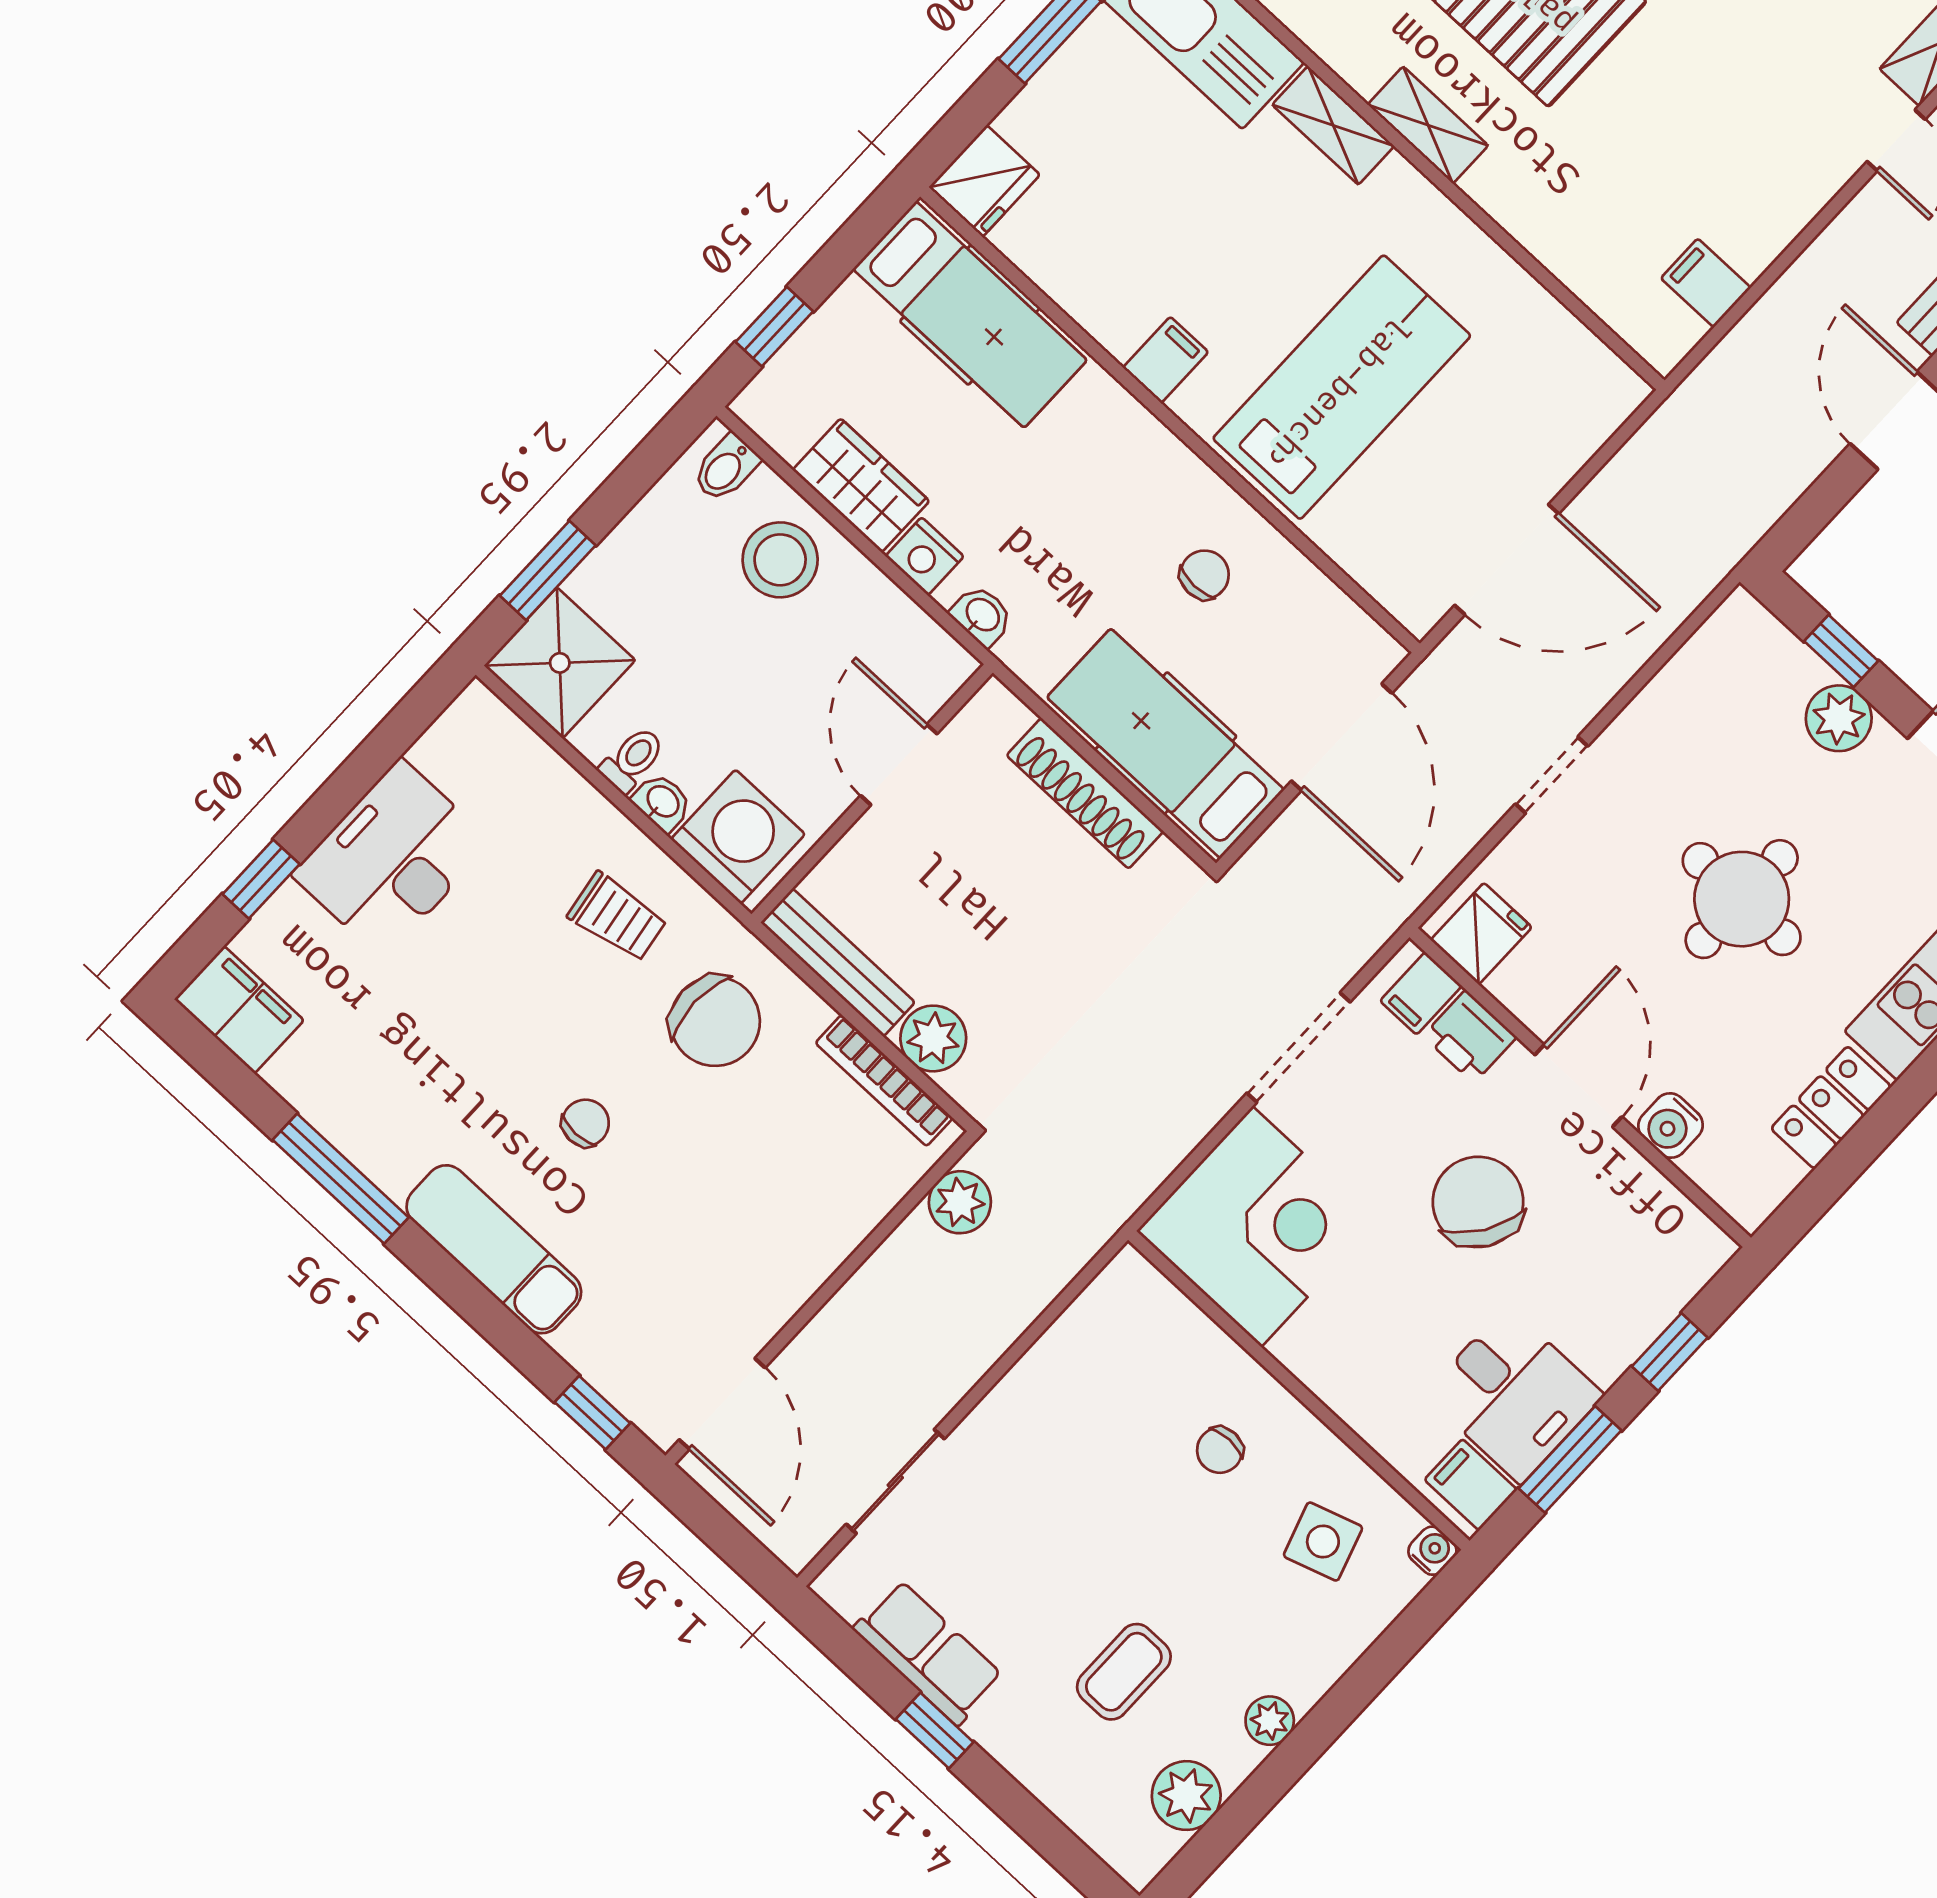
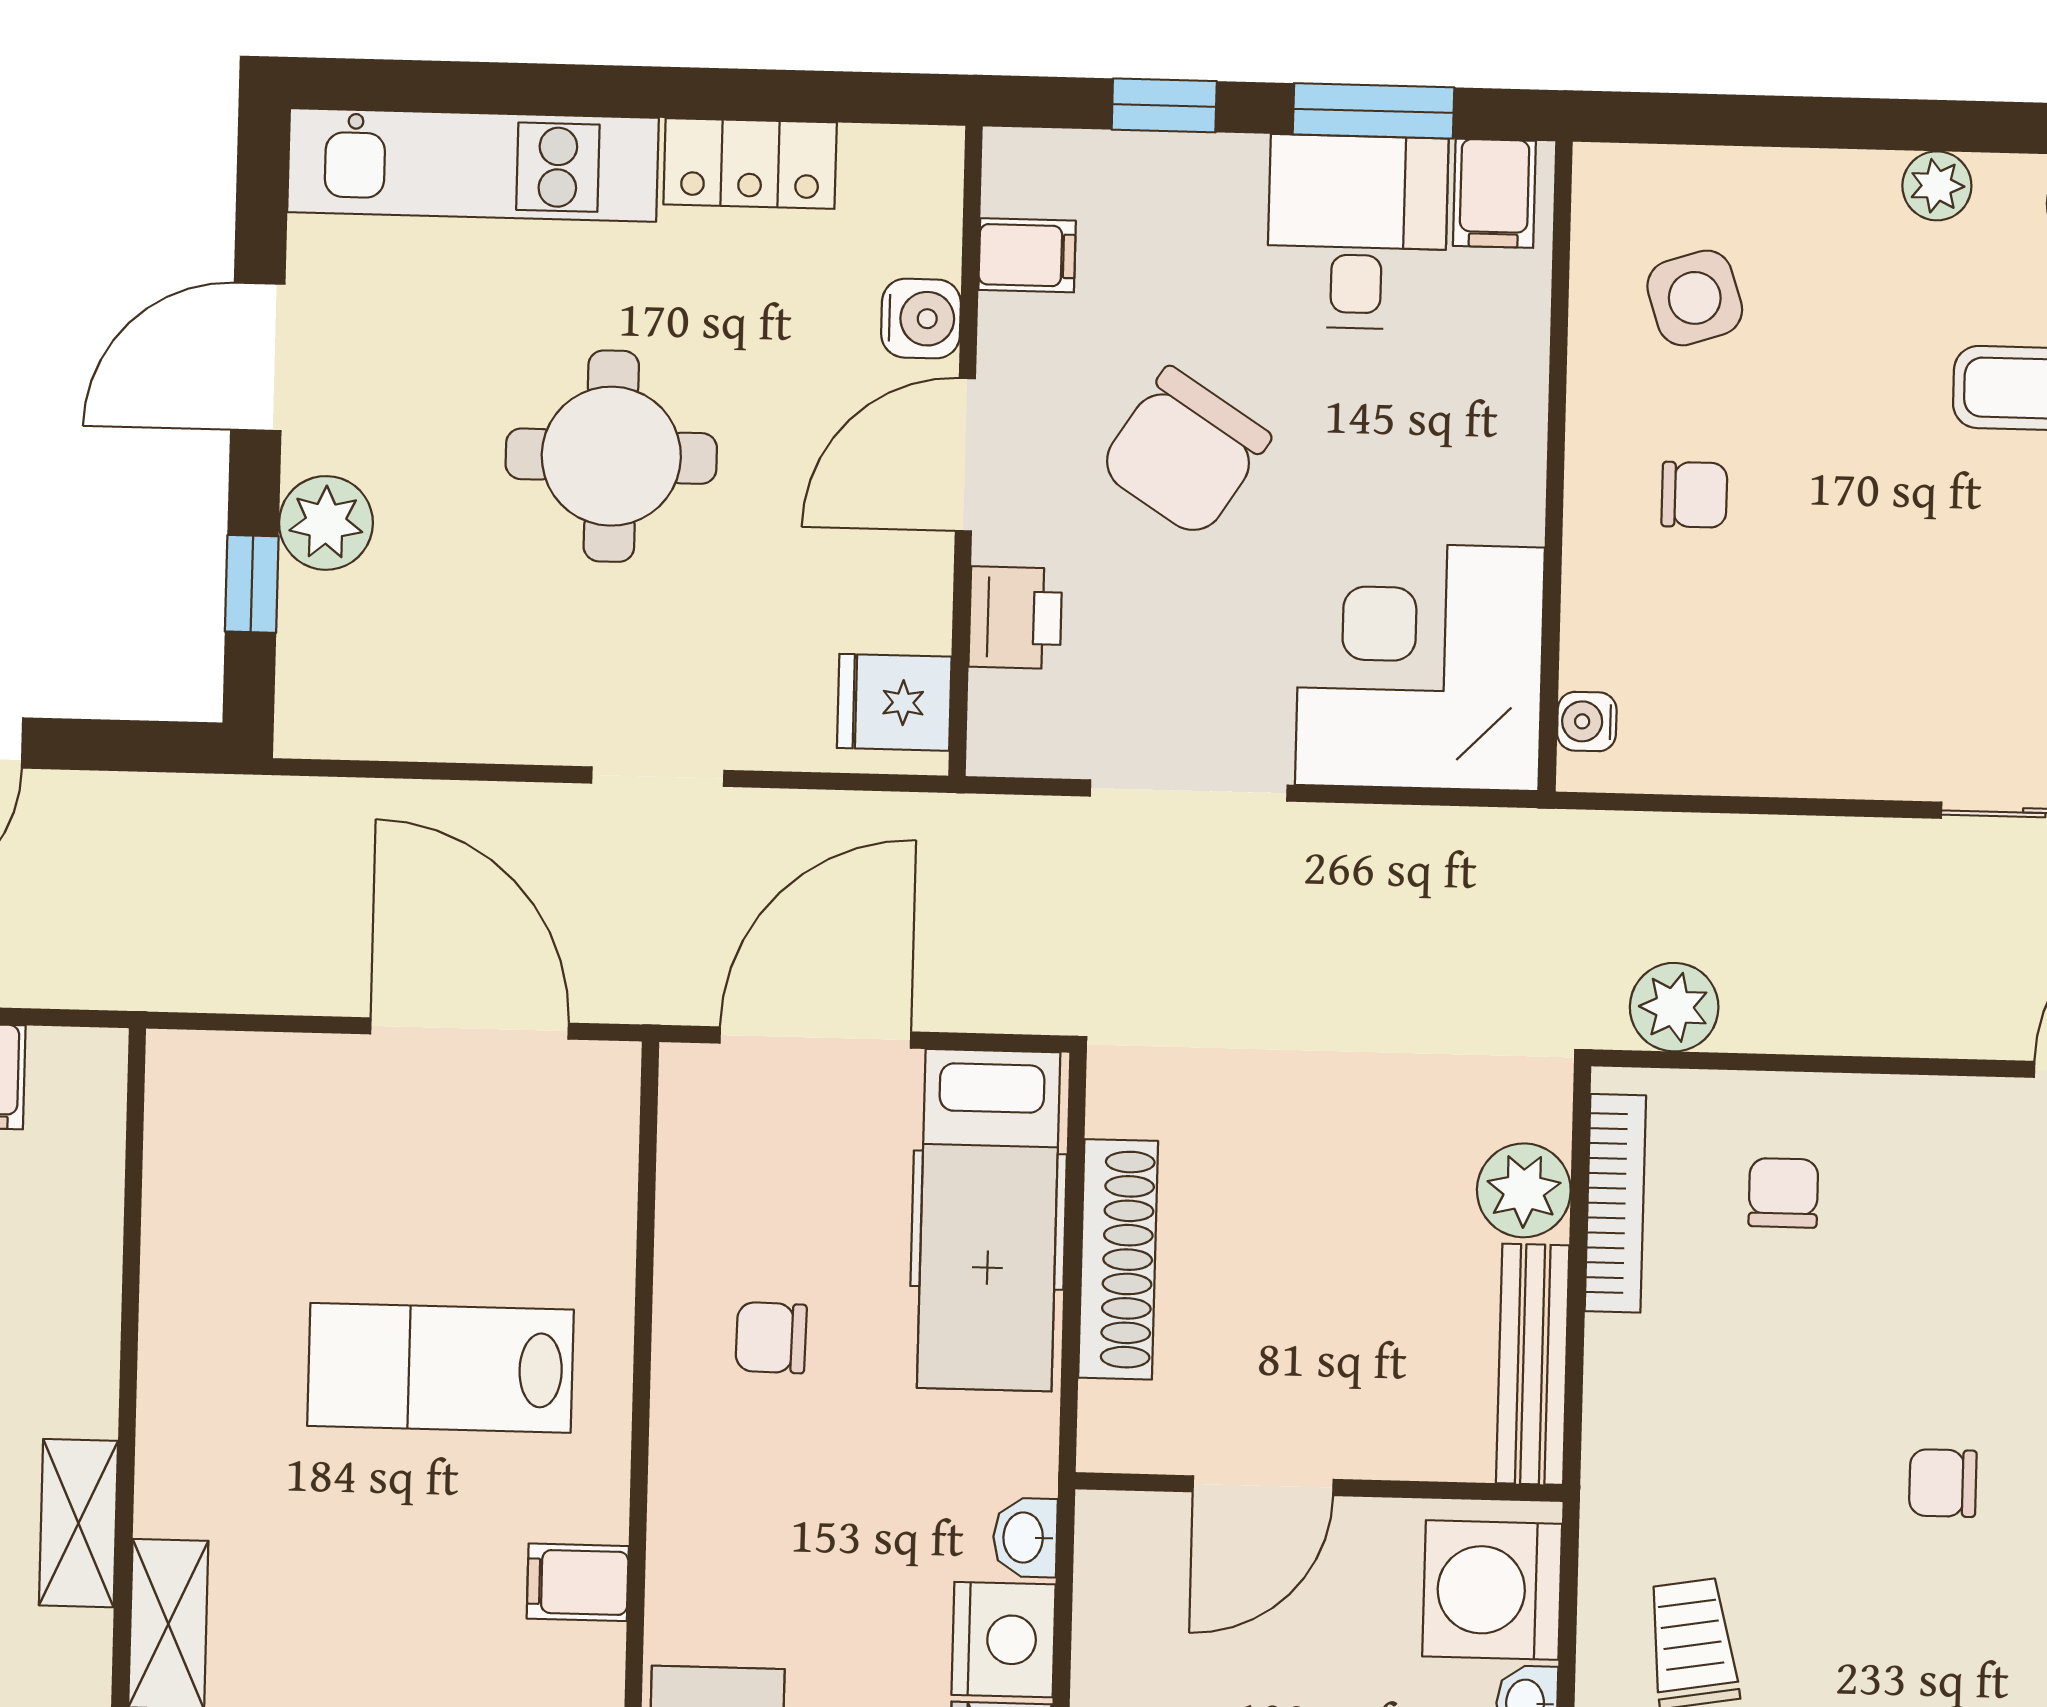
lab bench: (1342, 387) -> (441, 1368), width x0.73, depth x0.72
nightstand: (925, 556) -> (1003, 1640), width x1.36, depth x1.33
filing cabinet: (1421, 993) -> (1027, 255), moved
chair: (715, 1021) -> (1783, 1193), moved, width x0.54, depth x0.54
water cooler: (1432, 1551) -> (1587, 722), moved

